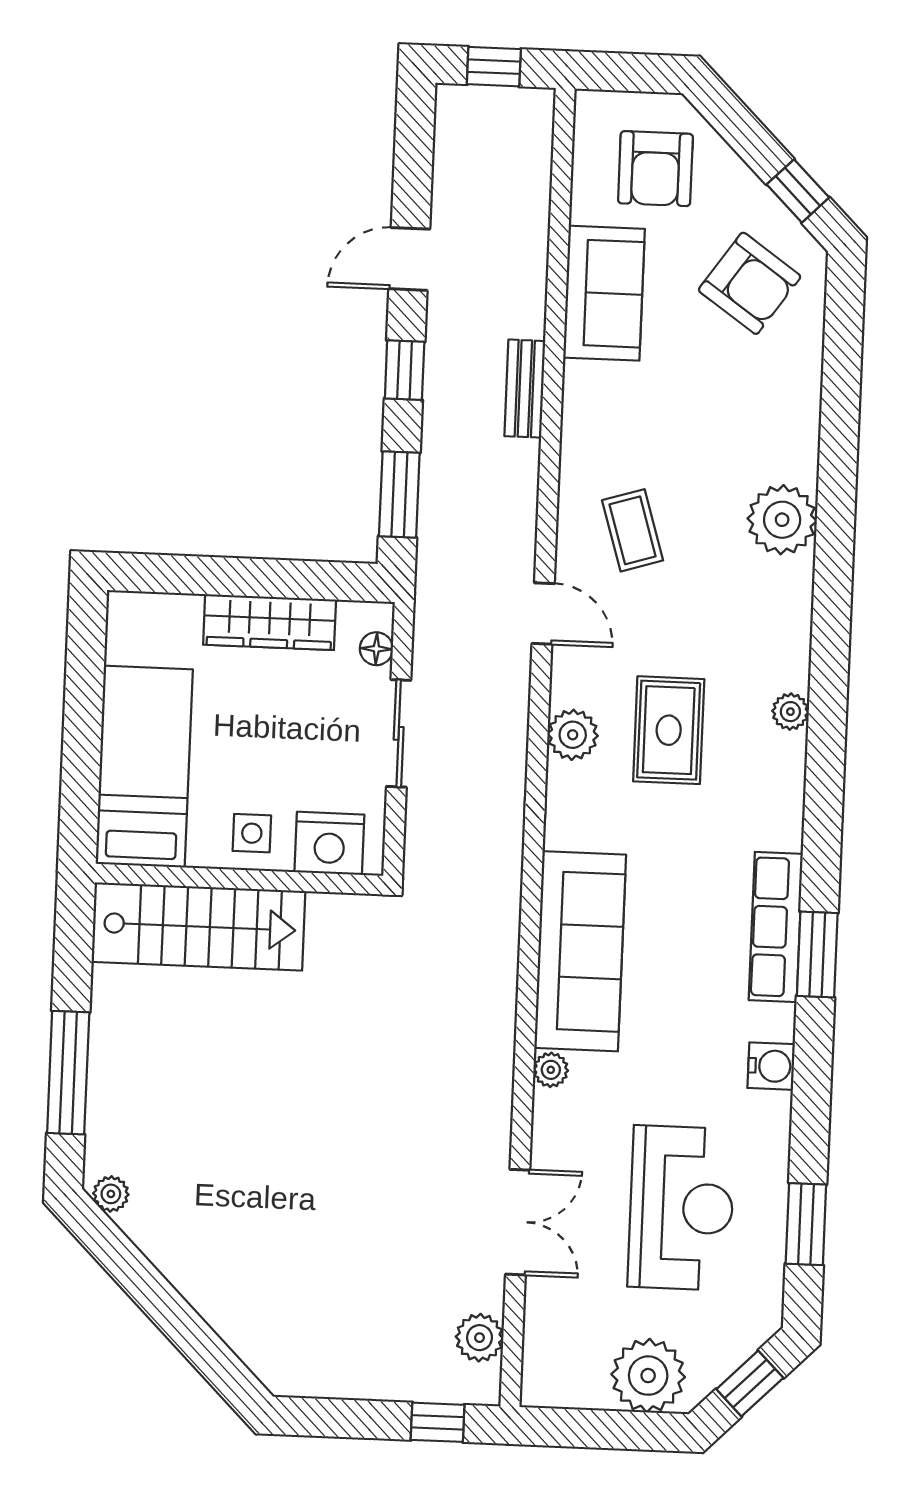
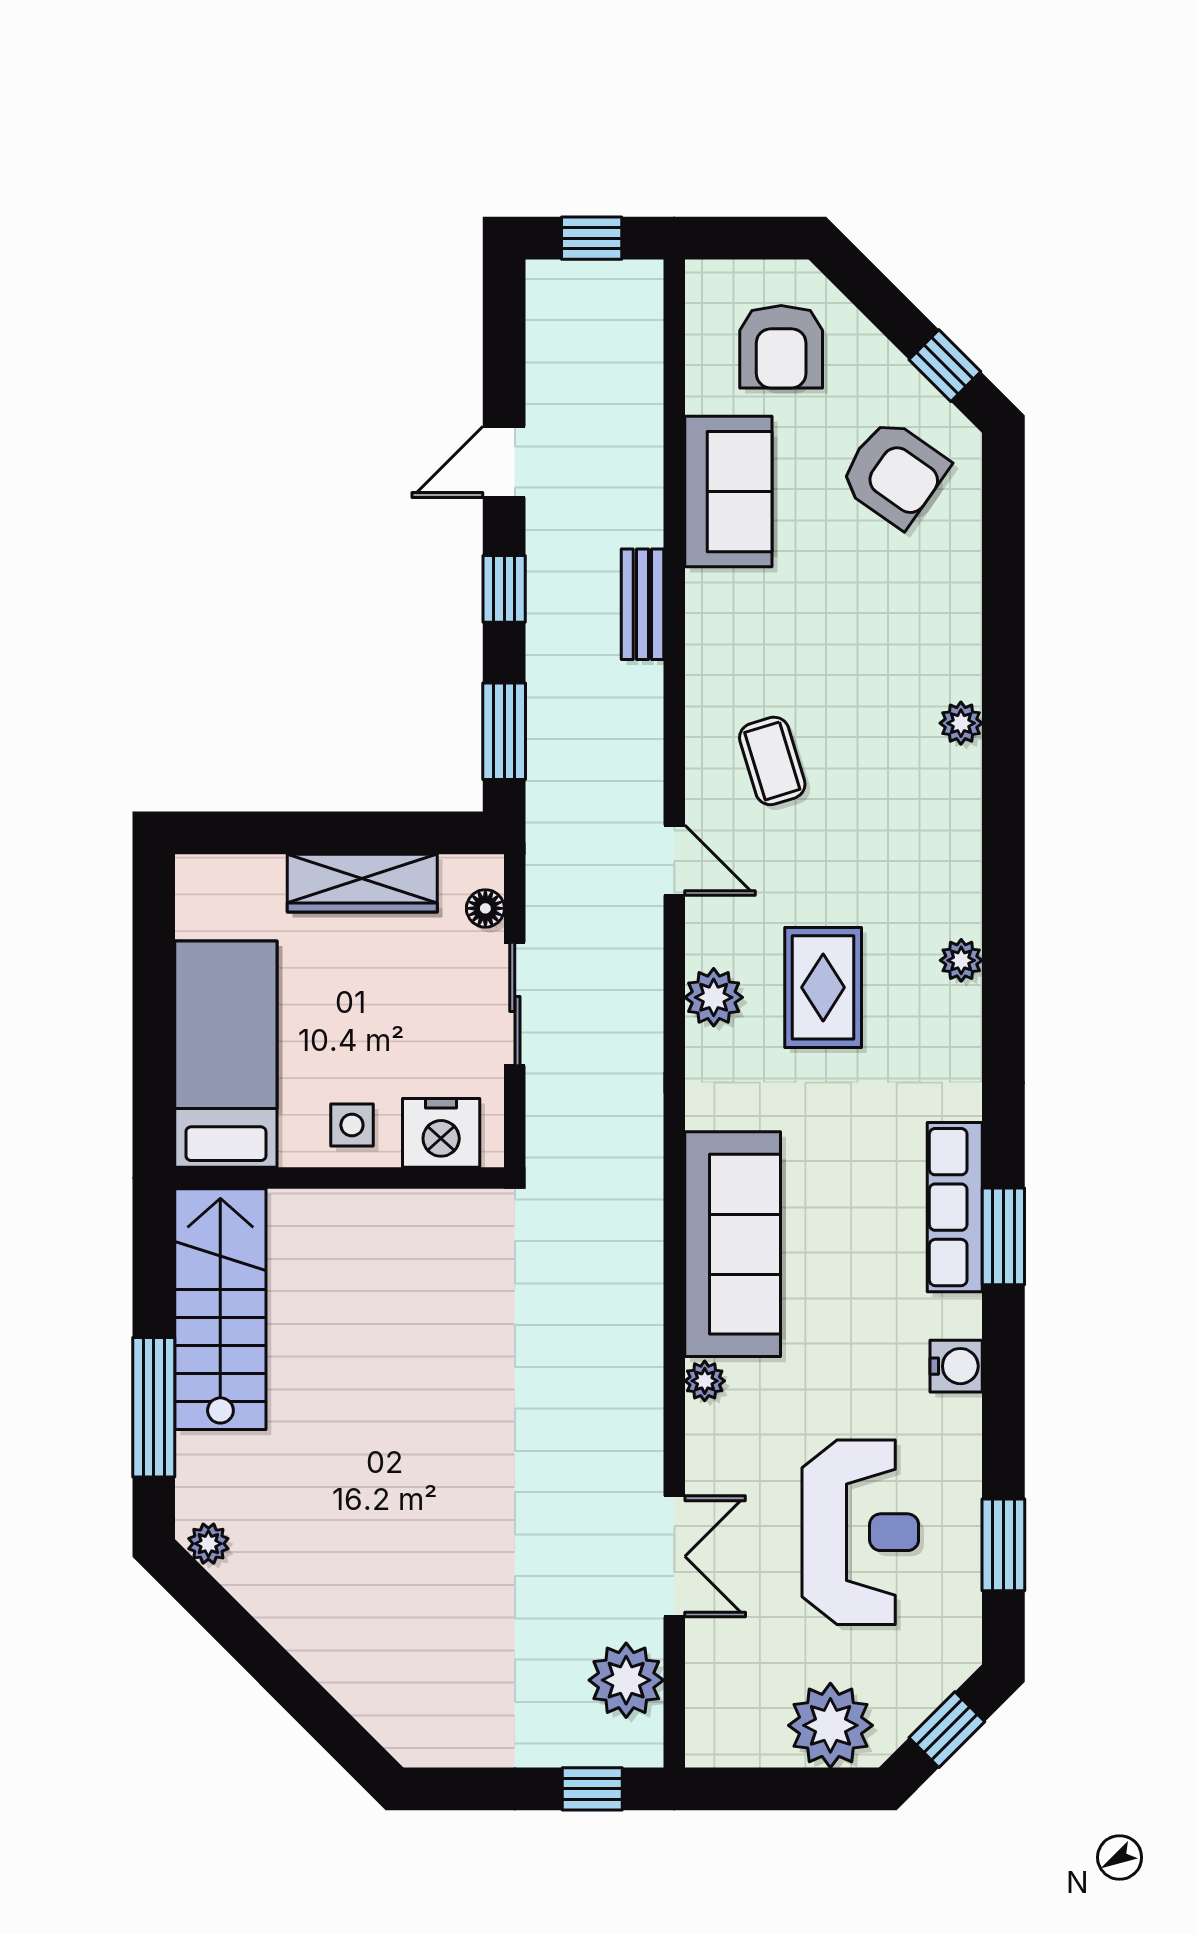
plant: (782, 520) -> (961, 723), width x0.53, depth x0.53
stairs: (198, 927) -> (220, 1309), moved, turned -90
plant: (480, 1338) -> (626, 1680), width x1.36, depth x1.36

